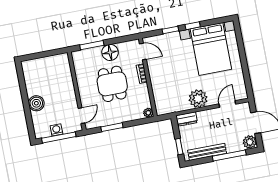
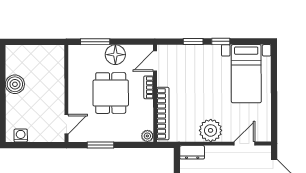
bed with nightstands: (211, 49) -> (246, 74), width x0.73
door: (143, 51) -> (155, 61), swing flipped
bookcase: (157, 92) -> (163, 114), added
boiler: (36, 103) -> (15, 84), moved
washing machine: (56, 130) -> (21, 136), moved
window: (59, 137) -> (34, 145), removed

